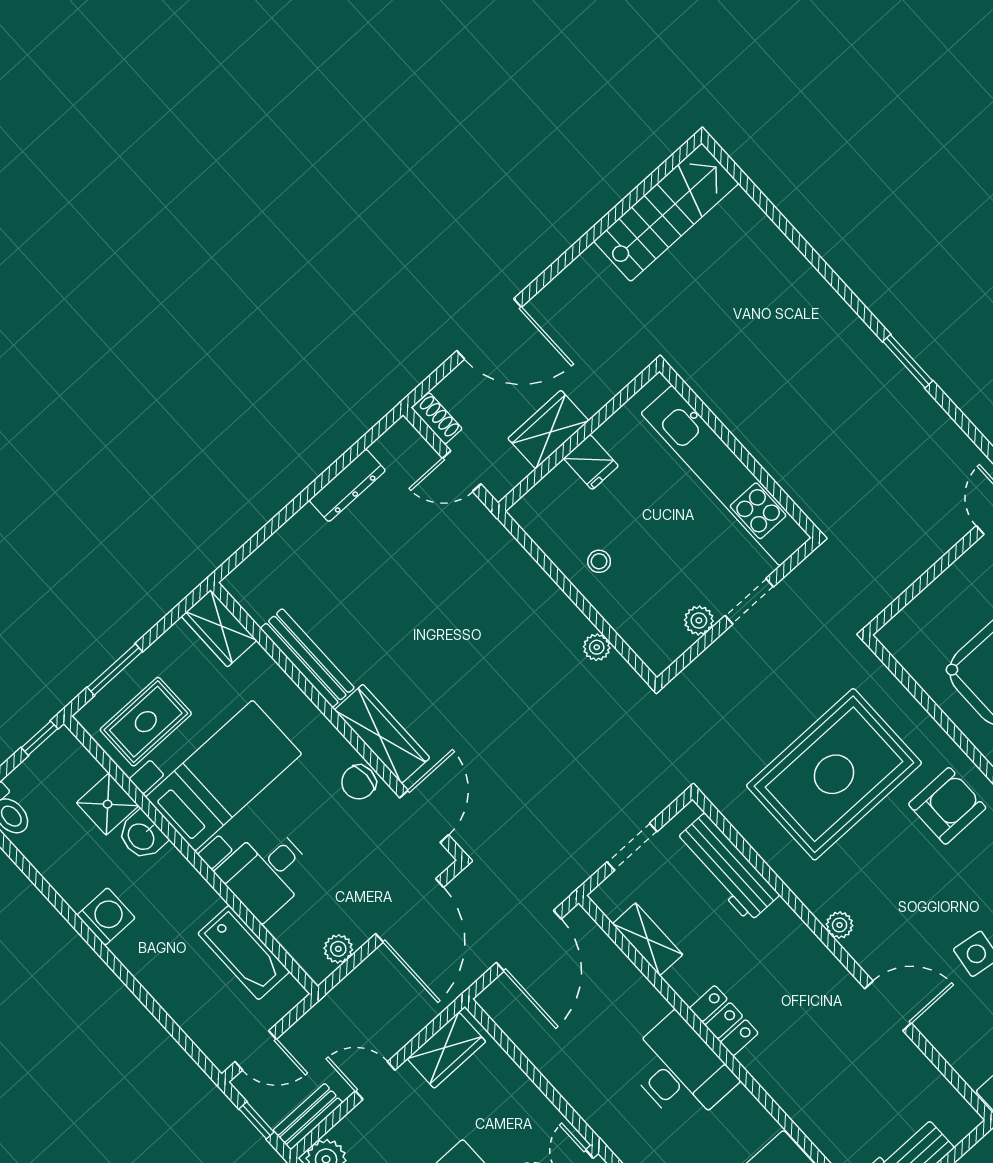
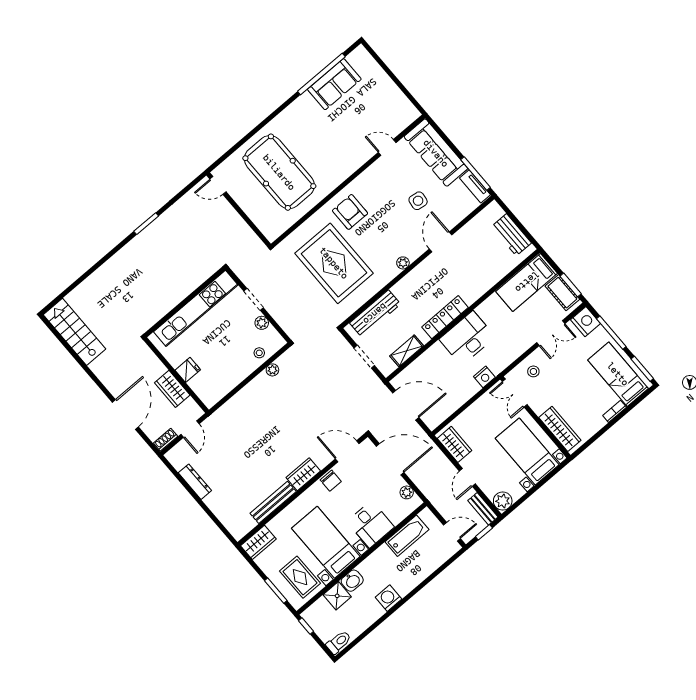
stool: (599, 561) -> (259, 353), moved
wardrobe: (382, 734) -> (303, 474), width x0.67
locker: (724, 1021) -> (445, 317), width x1.53
door: (256, 1050) -> (452, 532), hinge flipped
nightstand: (596, 1111) -> (484, 377), added

